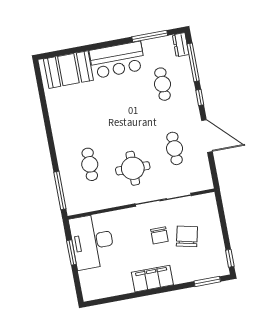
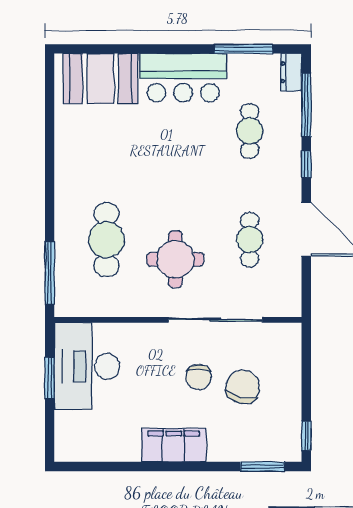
cafe table: (90, 164) -> (106, 240), width x1.37, depth x1.35

